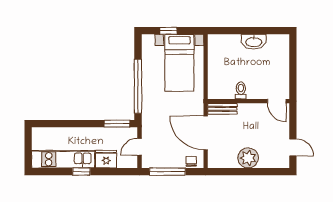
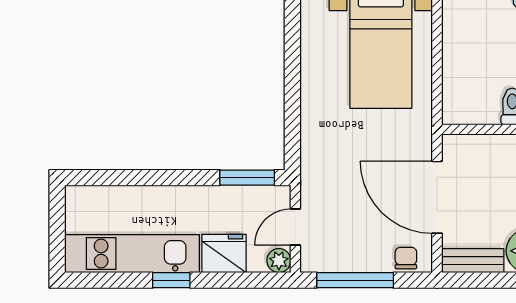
window: (138, 86) -> (292, 98), removed
bench: (222, 109) -> (473, 261), moved
plant: (132, 162) -> (279, 261), added

